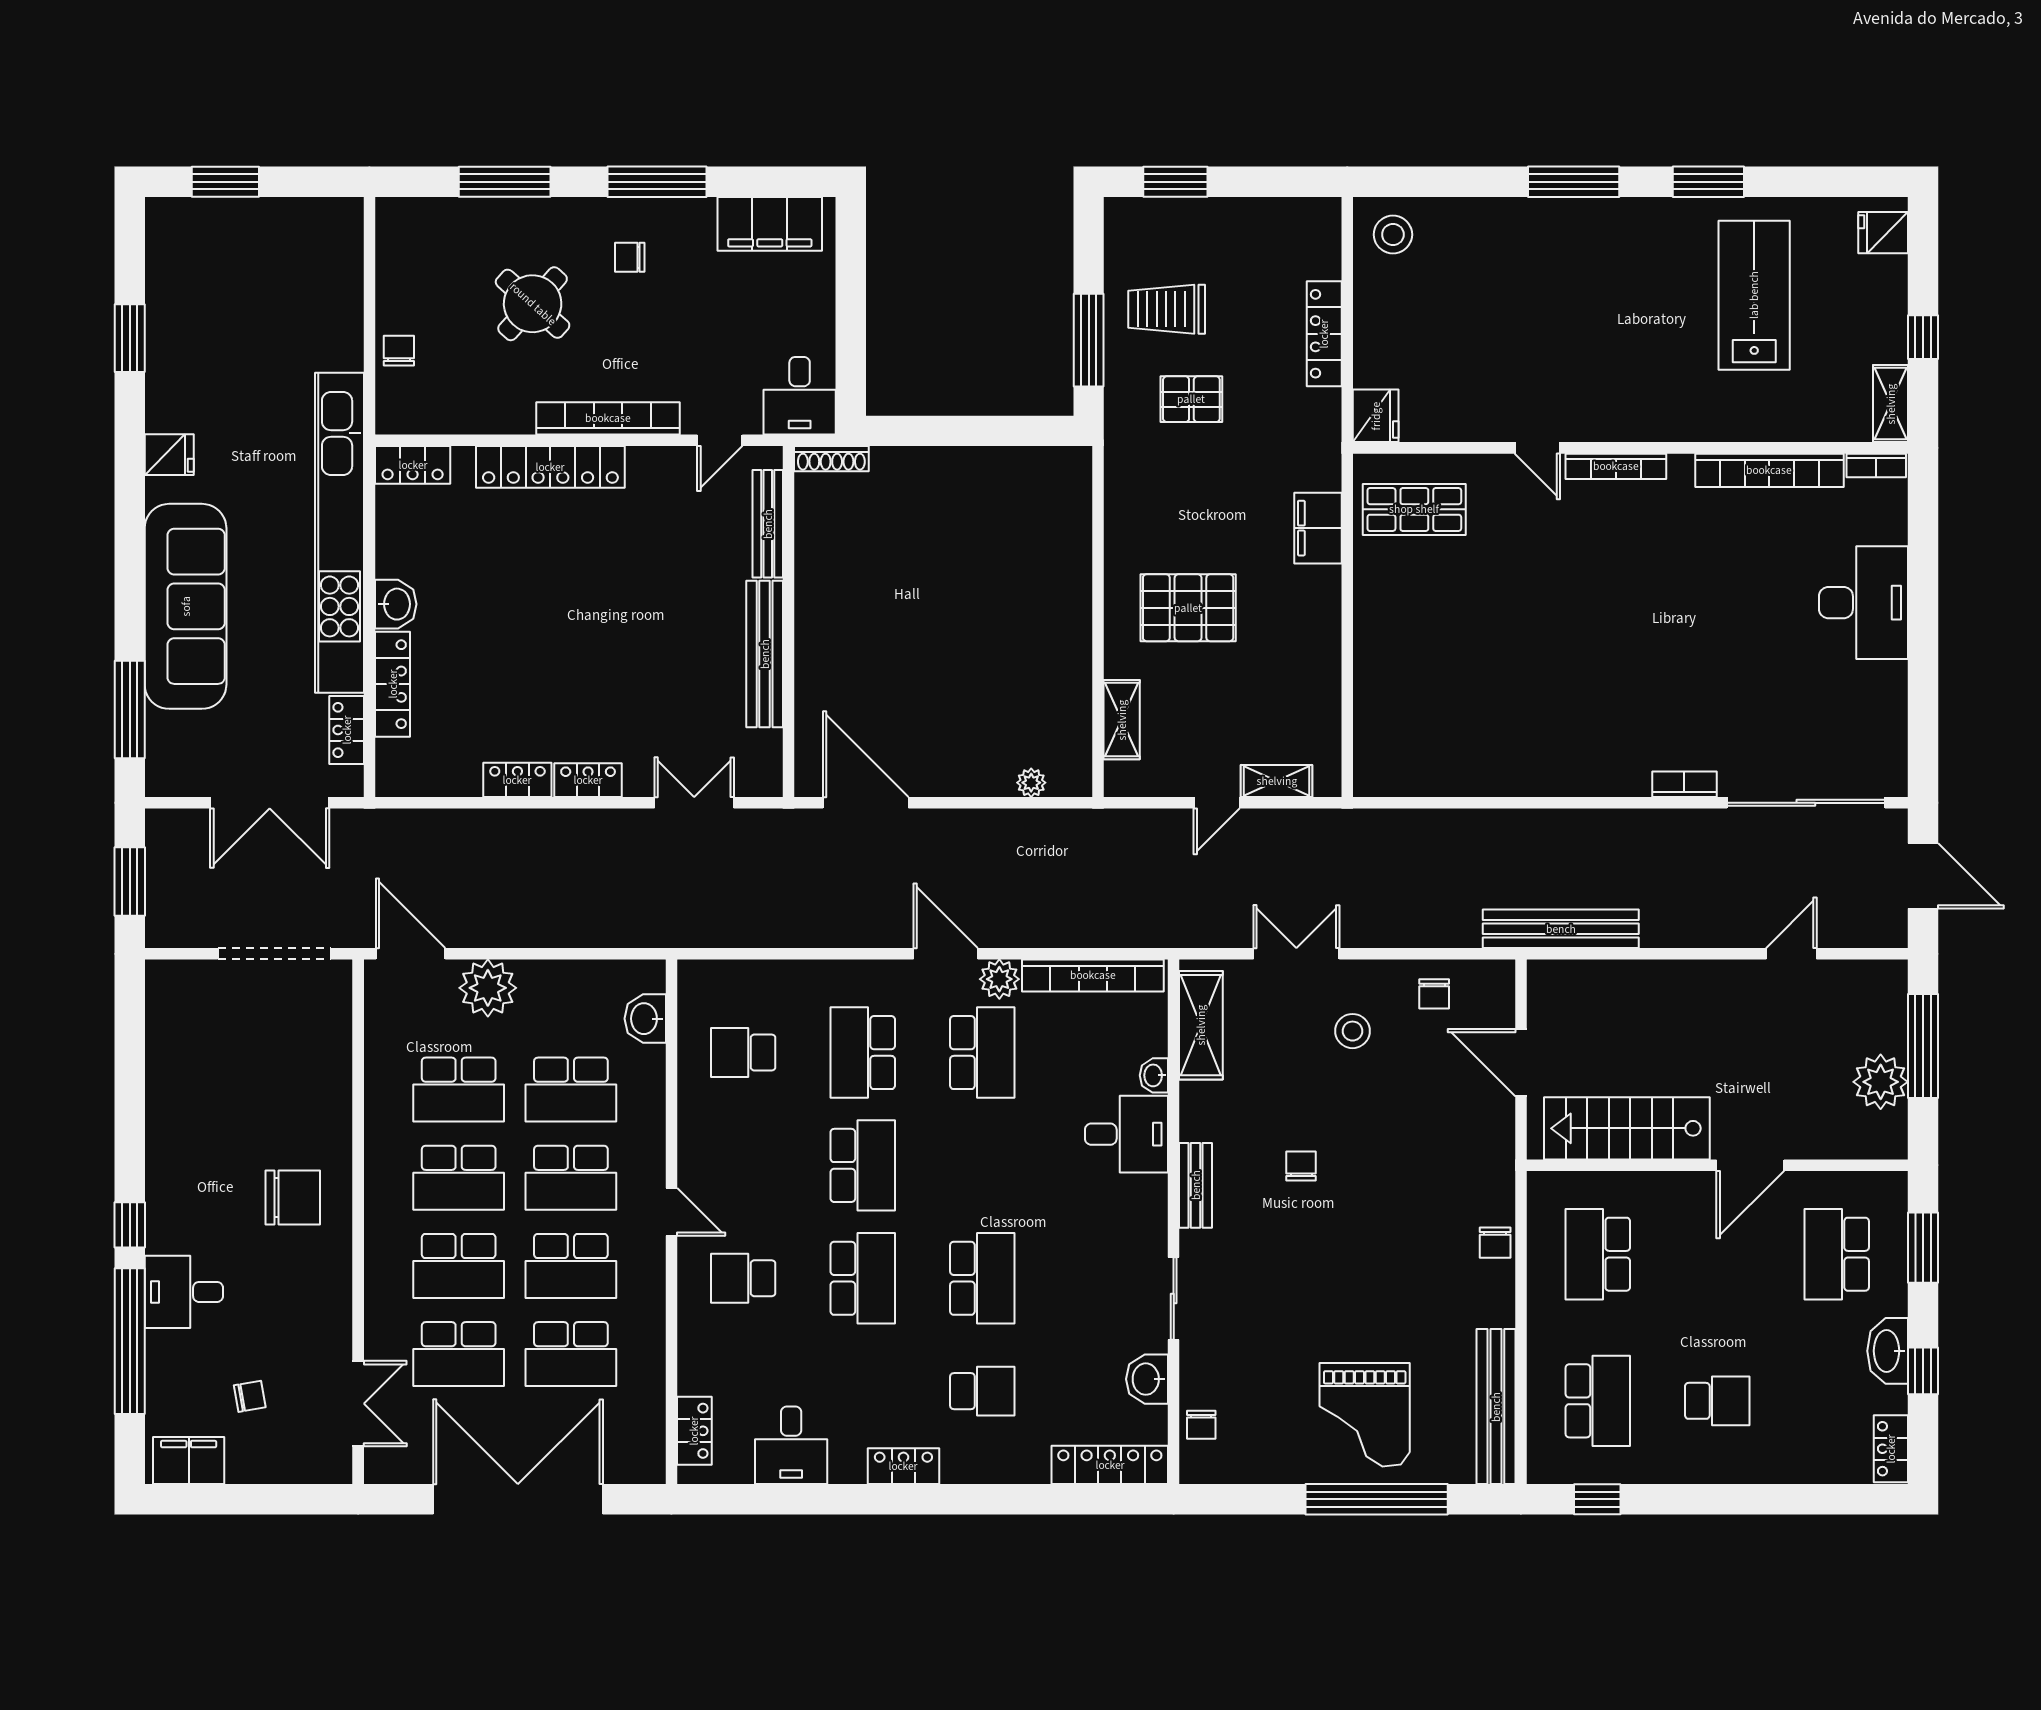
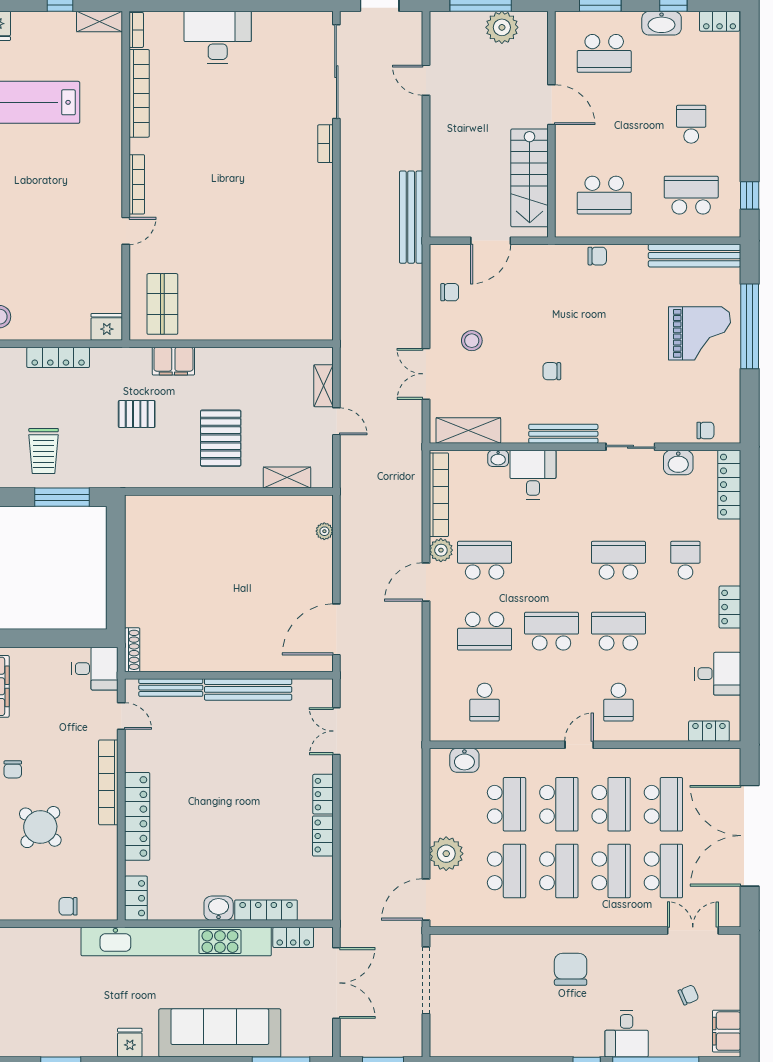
pallet: (1191, 399) -> (137, 414), moved, turned 90
bench: (1196, 1185) -> (563, 434), width x1.36
chair: (250, 1396) -> (688, 995), turned 77

